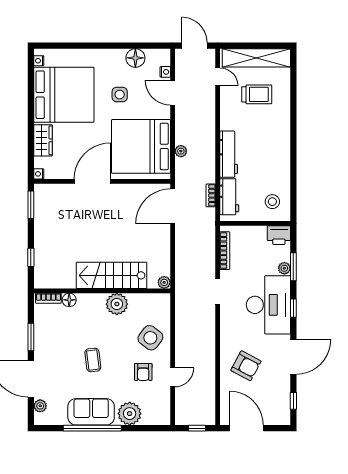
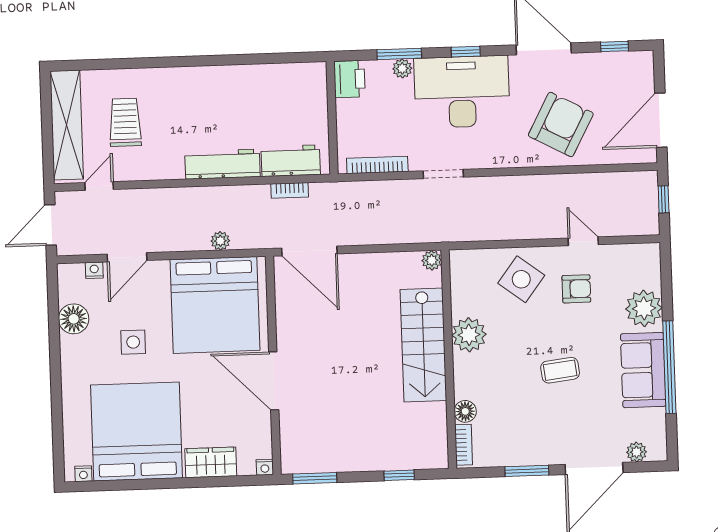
stool: (272, 202) -> (296, 91), removed
armchair: (246, 366) -> (561, 124), width x1.36, depth x1.36

